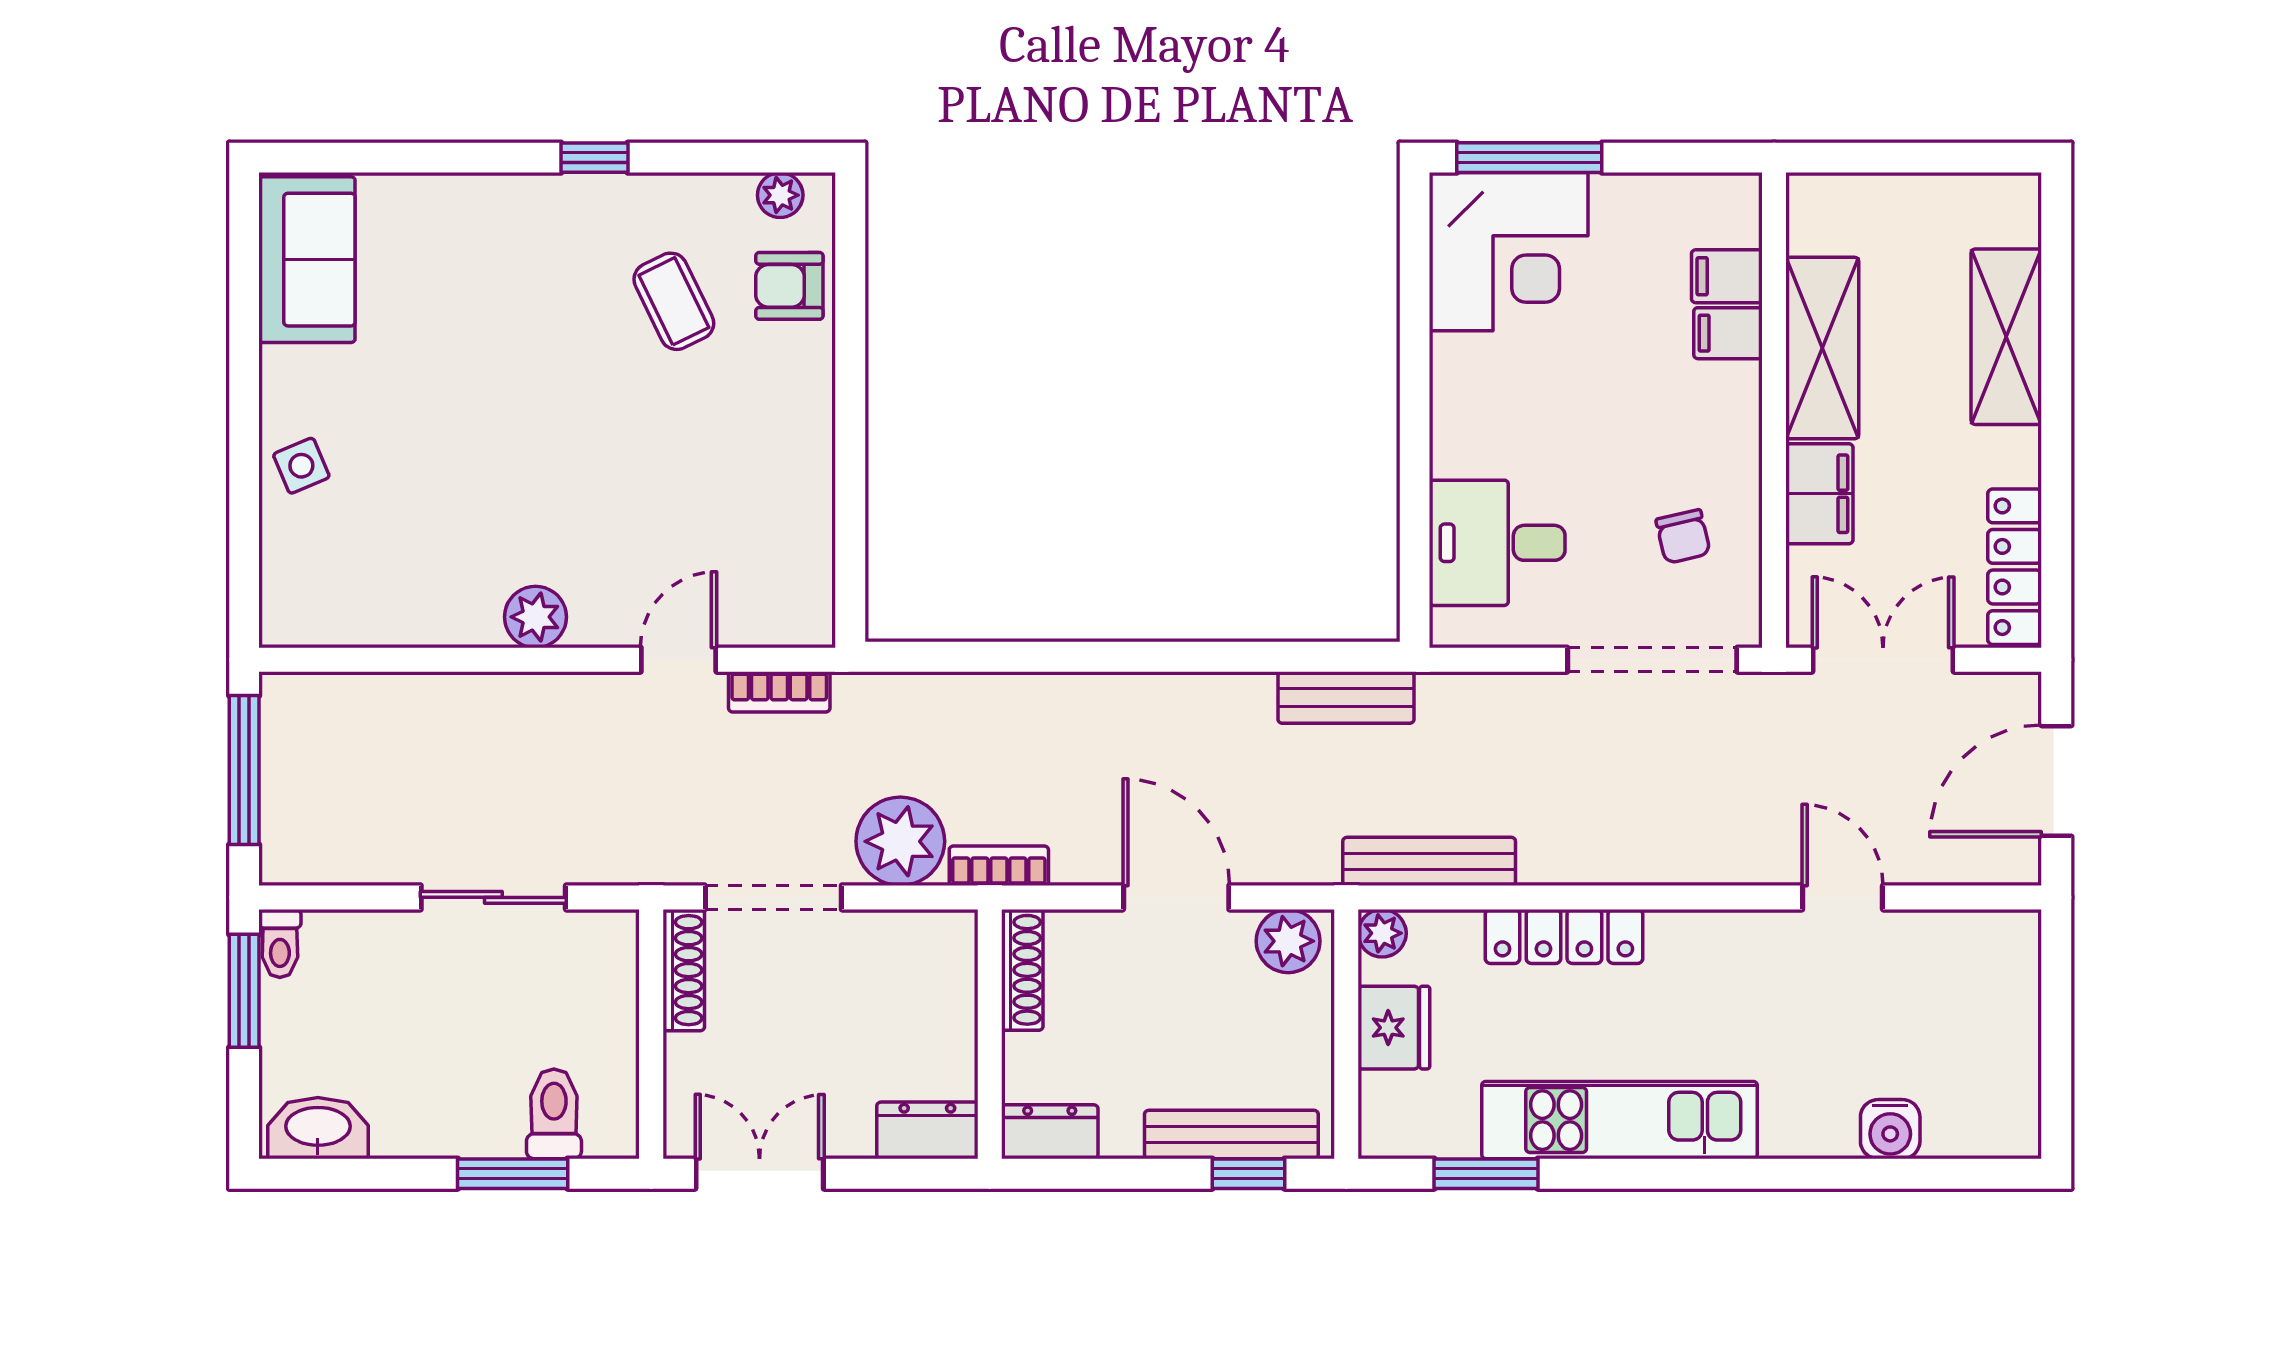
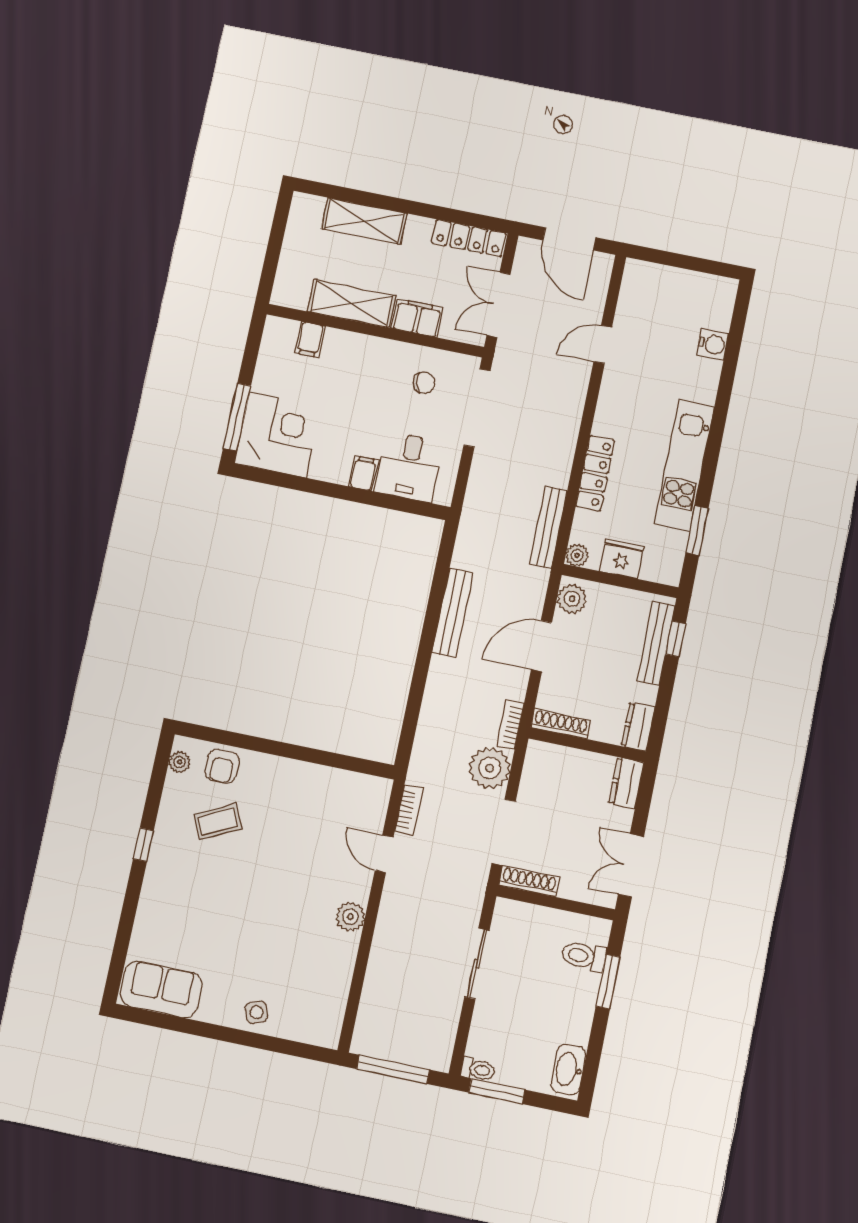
filing cabinet: (1728, 333) -> (363, 473), moved, turned 180
bench: (1346, 698) -> (452, 613), moved, width x1.36

